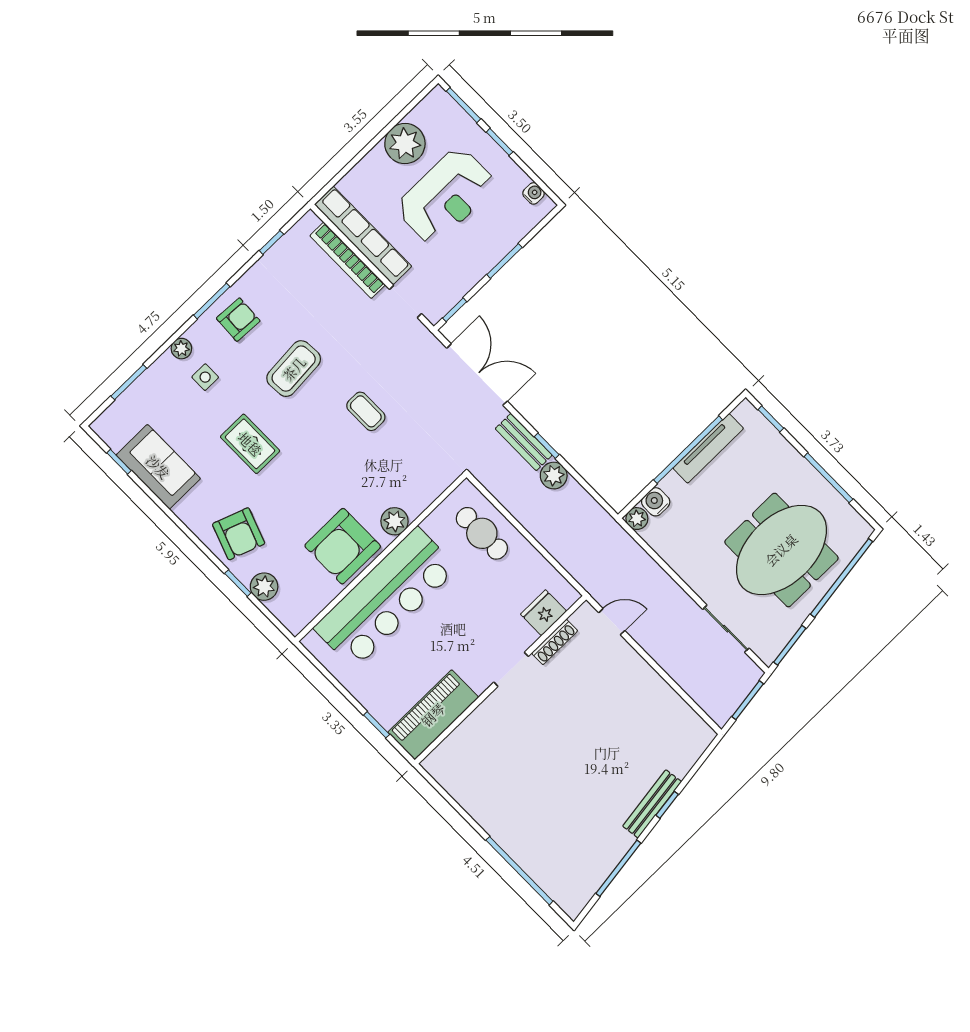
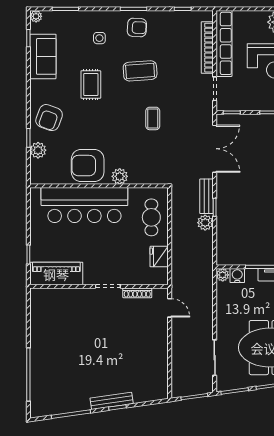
plant: (181, 349) -> (36, 16), moved
fridge: (544, 613) -> (159, 257), moved, turned -90

